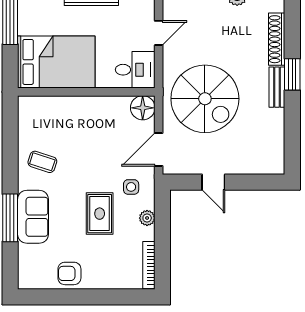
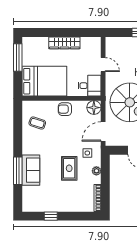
door: (159, 33) -> (103, 65), hinge flipped
coffee table: (42, 162) -> (37, 123), moved
armchair: (69, 273) -> (65, 109), moved
window: (68, 297) -> (51, 216), added

